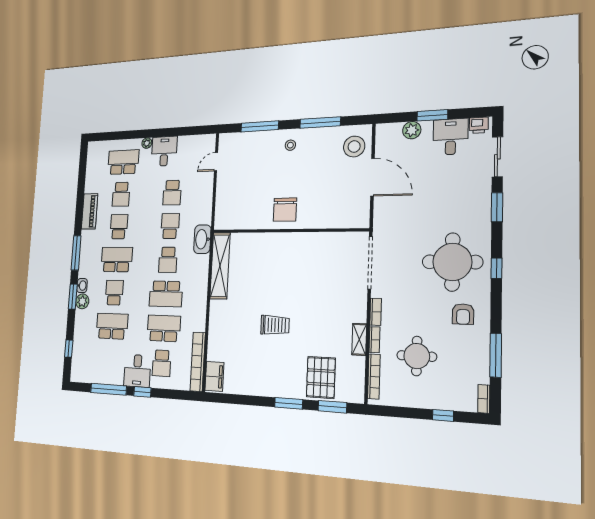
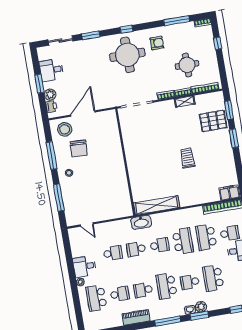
printer: (479, 125) -> (51, 106), moved
chair: (285, 210) -> (79, 148), moved, turned 93

